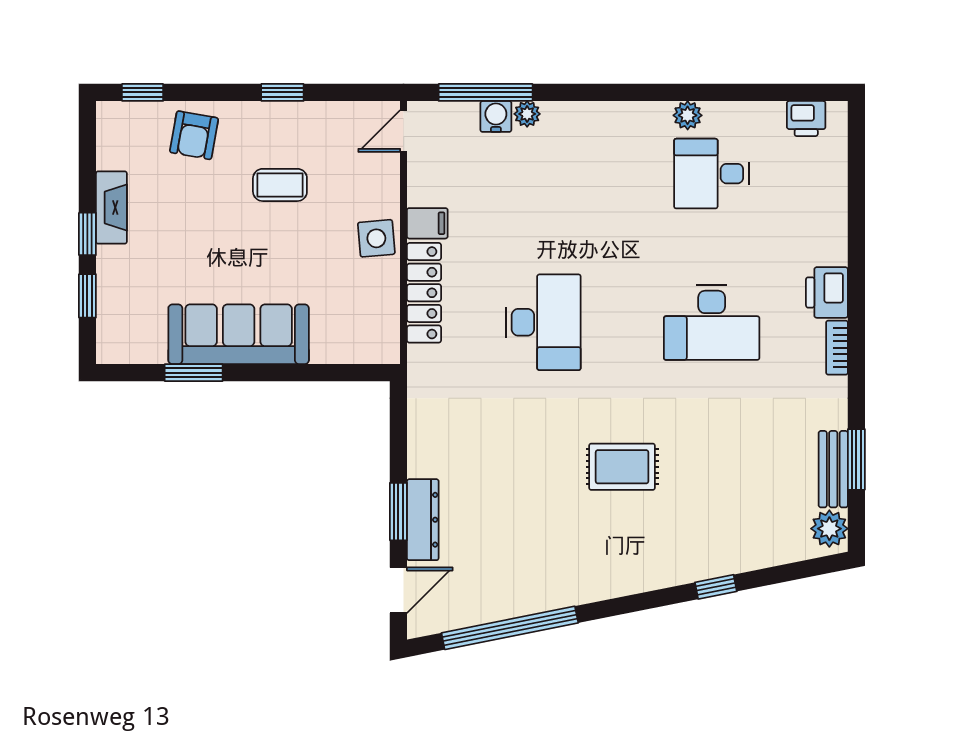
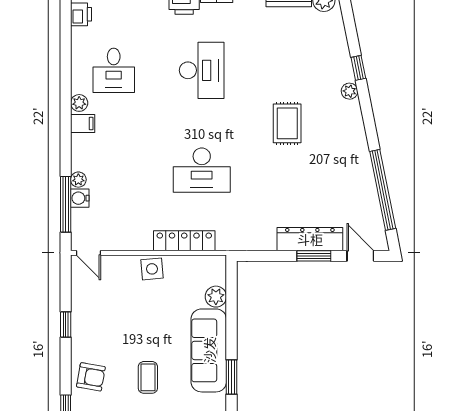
plant: (688, 115) -> (79, 103), moved
coffee table: (280, 185) -> (148, 377), moved
filing cabinet: (427, 223) -> (83, 123), moved, turned 90
desk: (543, 322) -> (202, 170), turned 180
plant: (330, 346) -> (216, 297), added
dresser: (423, 520) -> (310, 239), width x1.37, depth x1.24
plant: (677, 572) -> (349, 91), added

